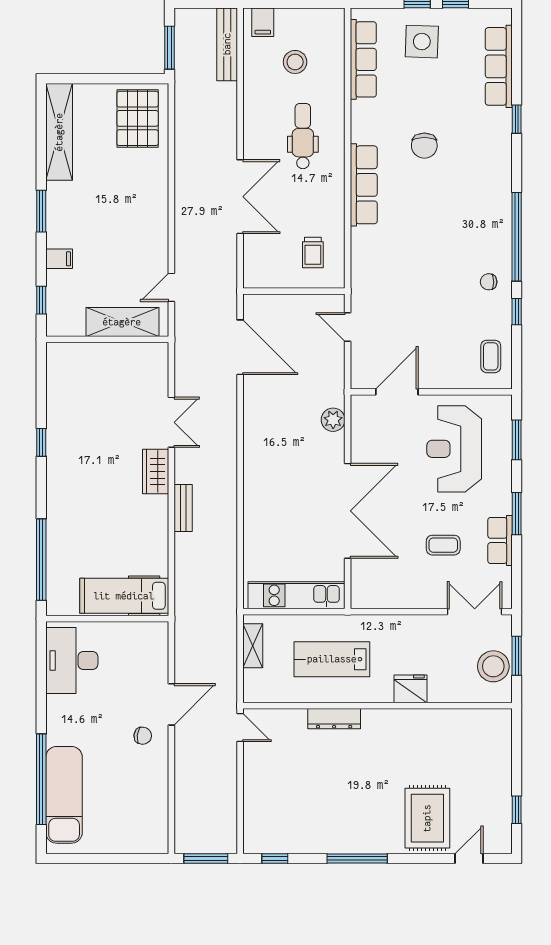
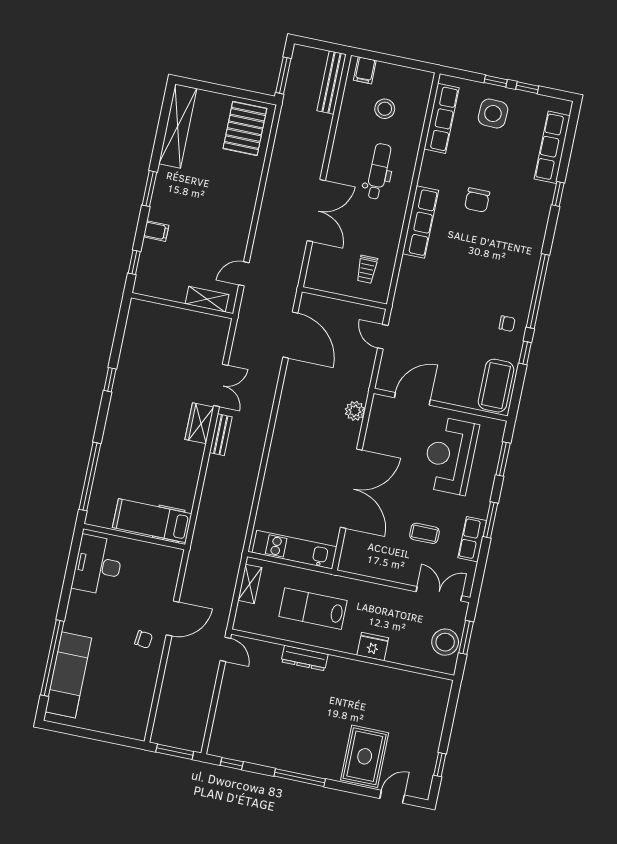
chair: (489, 282) -> (507, 324), turned 180
shelving: (122, 322) -> (207, 299), width x0.67, depth x0.75
coffee table: (491, 356) -> (496, 386), width x1.86, depth x1.72
bench: (183, 508) -> (221, 435), moved

